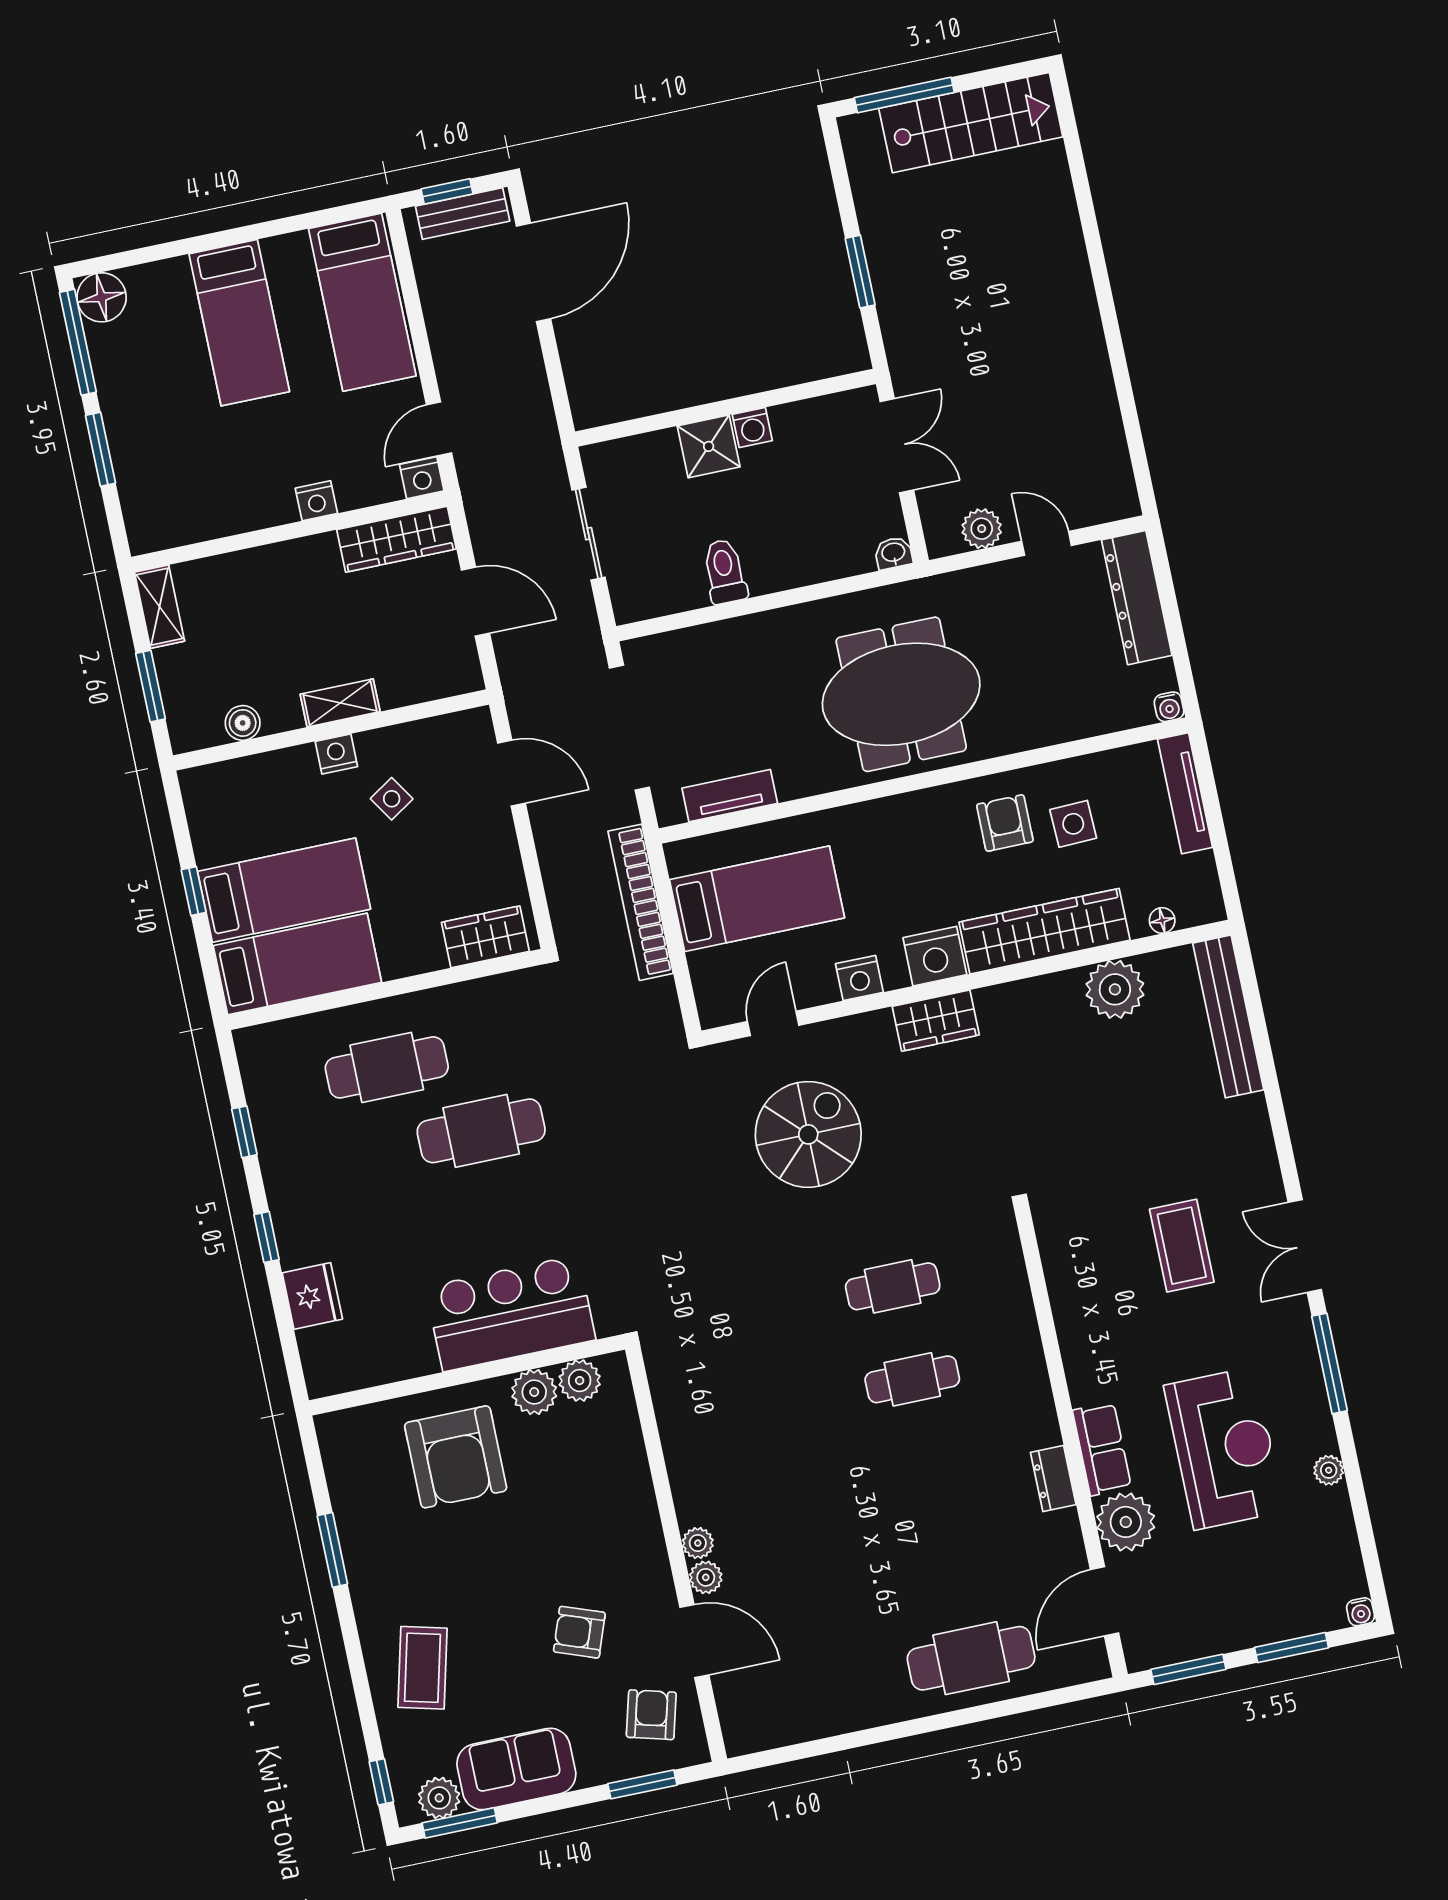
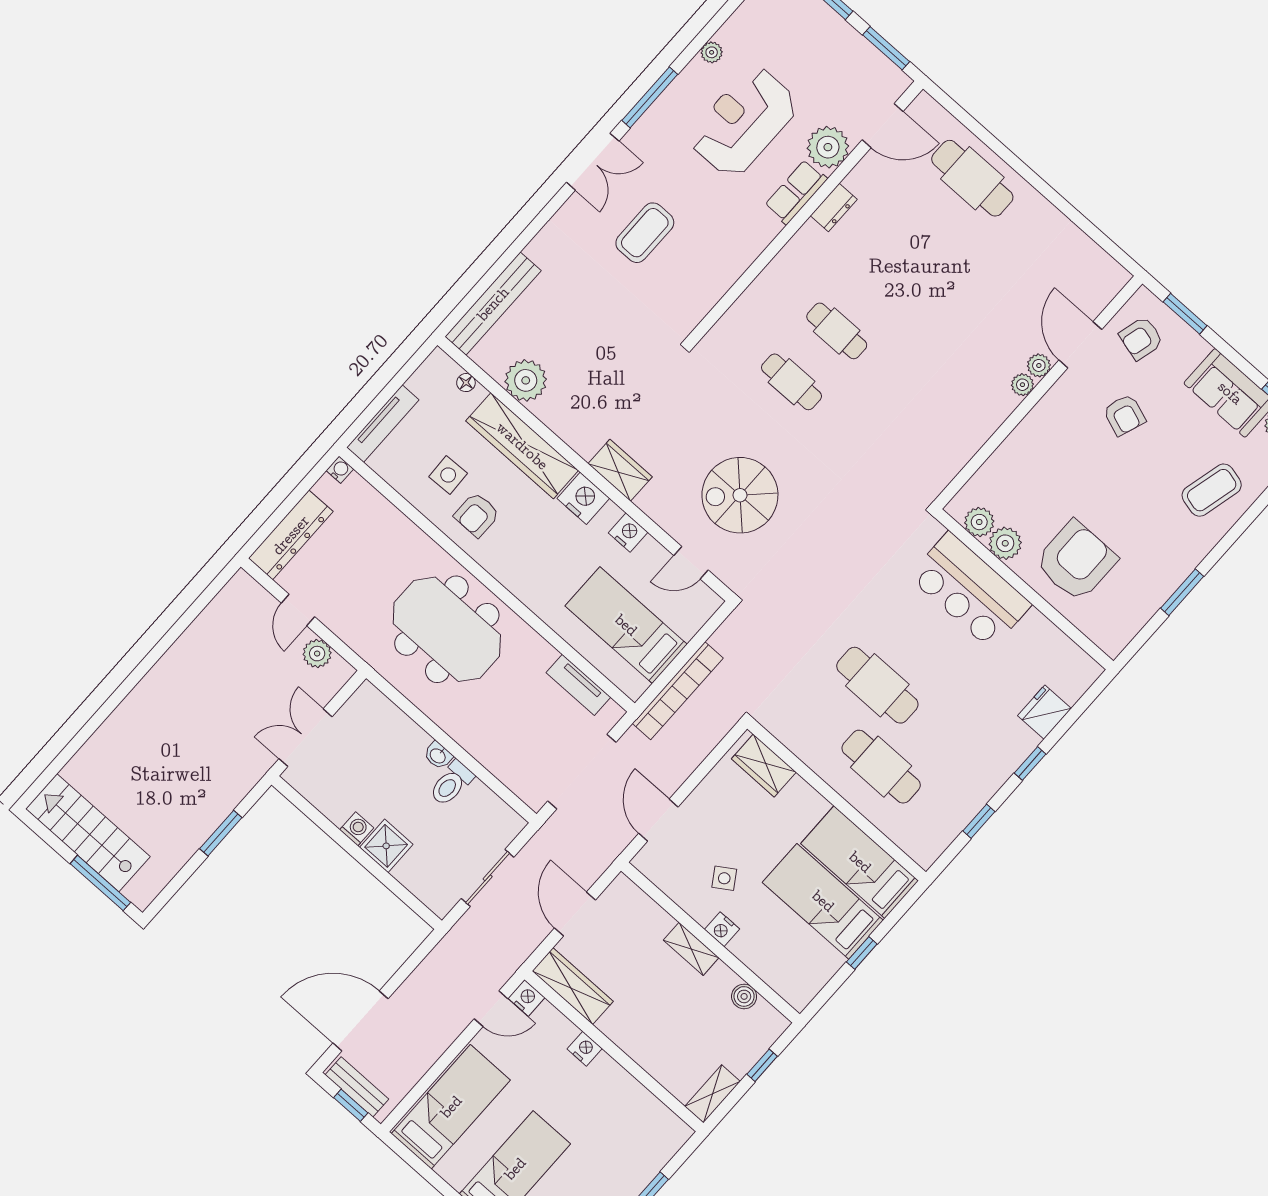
washbasin: (893, 553) -> (438, 755), moved
window: (150, 686) -> (762, 1065), width x0.67

